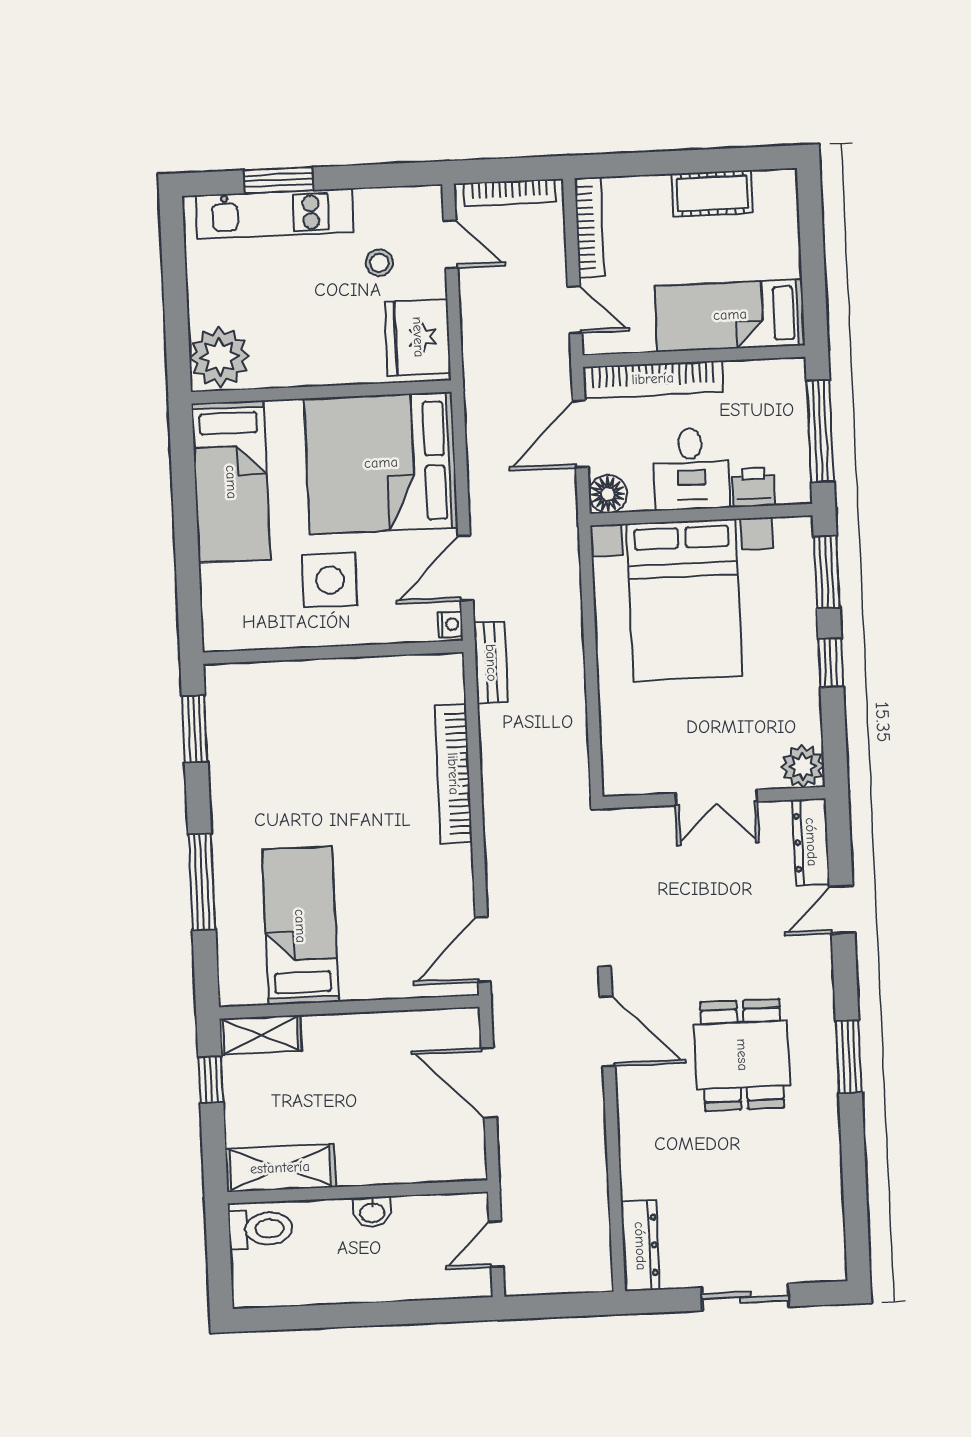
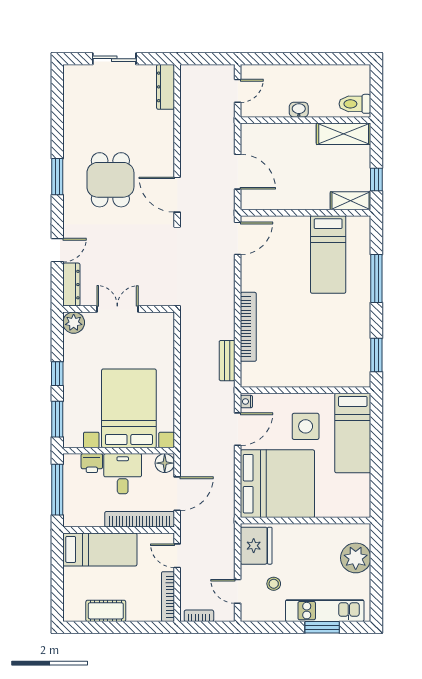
bookcase: (509, 193) -> (199, 616), width x0.64
plant: (219, 357) -> (356, 558), moved
bed: (231, 482) -> (353, 433), moved, turned 180
bench: (491, 663) -> (227, 361), moved

